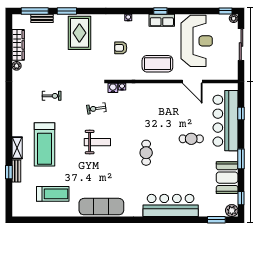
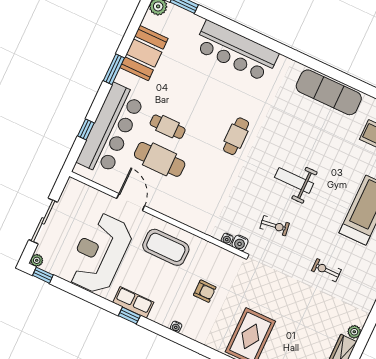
cafe table: (187, 116) -> (160, 159), added
window: (241, 198) -> (138, 17), removed

